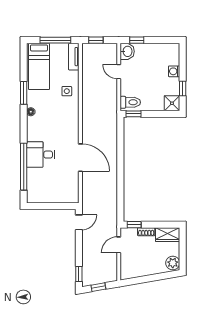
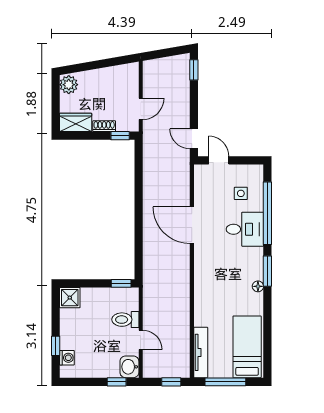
tv unit: (74, 57) -> (201, 352), width x1.41
washing machine: (174, 71) -> (67, 358), moved
window: (183, 88) -> (56, 346), moved
side table: (67, 91) -> (241, 193), moved
window: (24, 93) -> (267, 271), moved
toilet: (130, 102) -> (125, 320), moved
door: (60, 206) -> (219, 160), added
door: (79, 222) -> (194, 139), hinge flipped
window: (98, 287) -> (168, 52), removed

